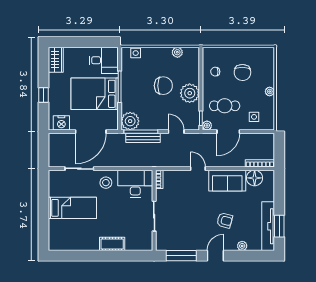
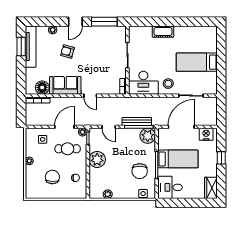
chair: (163, 86) -> (140, 171), moved, turned -90
bed: (95, 94) -> (178, 159), width x0.67

